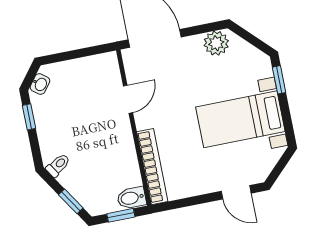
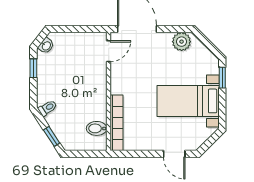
door: (128, 99) -> (109, 51), moved
bidet: (132, 198) -> (97, 128), moved
window: (121, 215) -> (86, 154), removed

